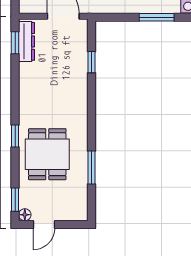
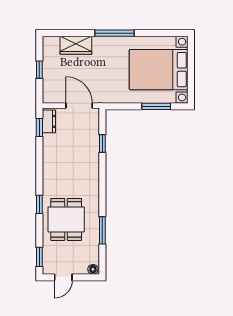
dresser: (27, 41) -> (49, 121), width x0.70
floor lamp: (25, 215) -> (93, 269), moved

